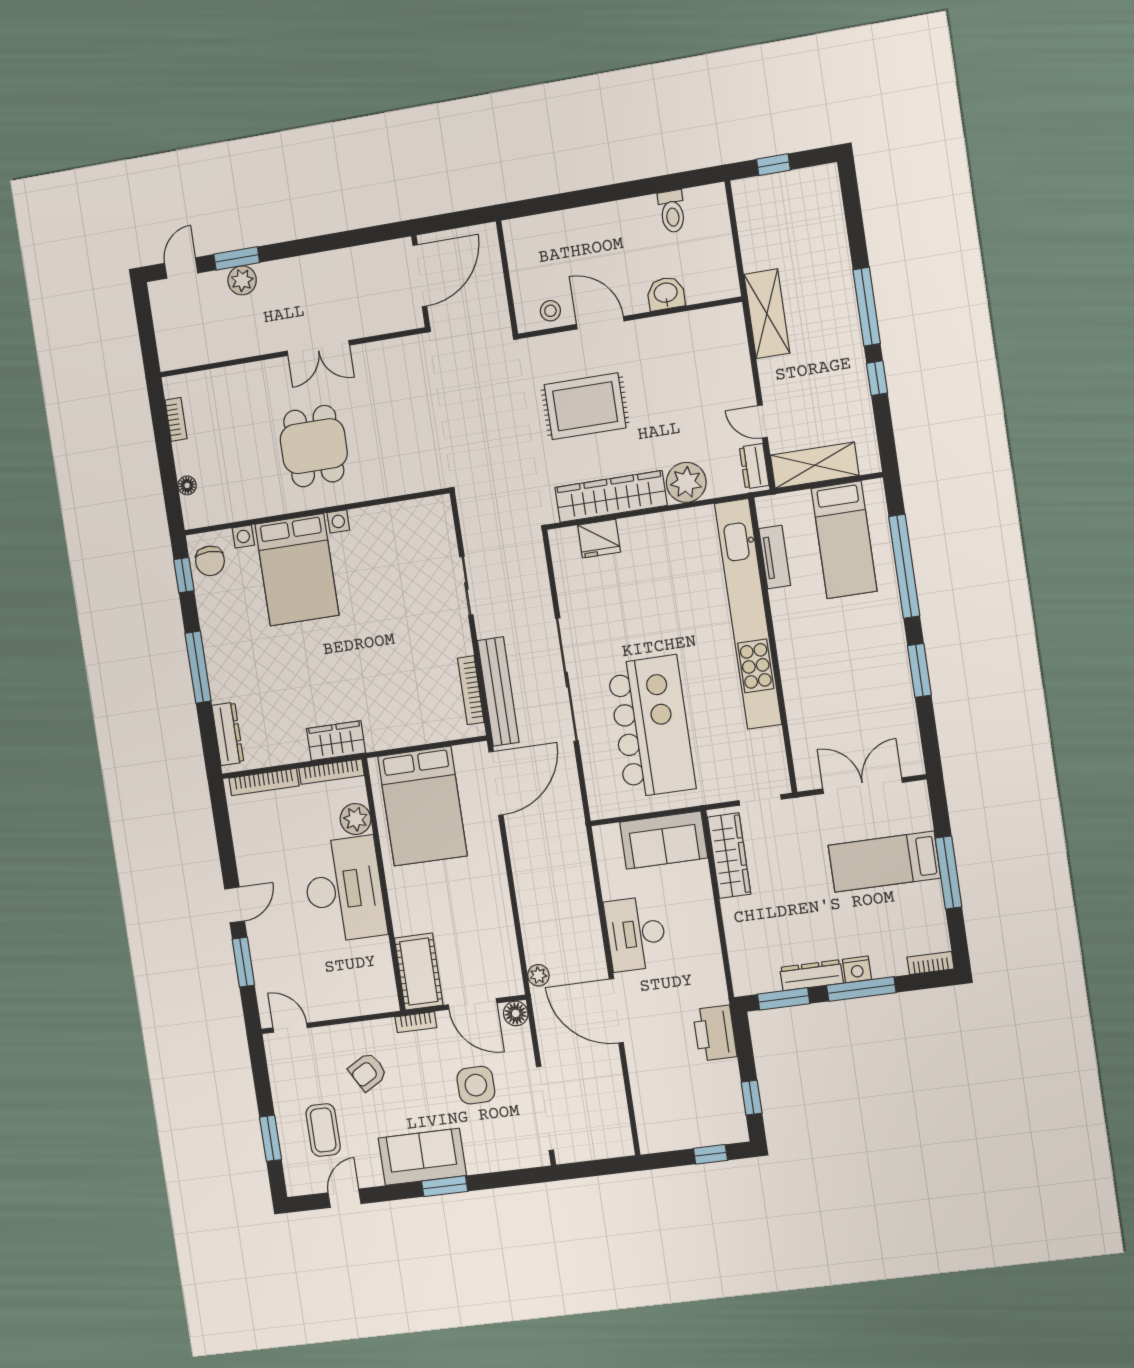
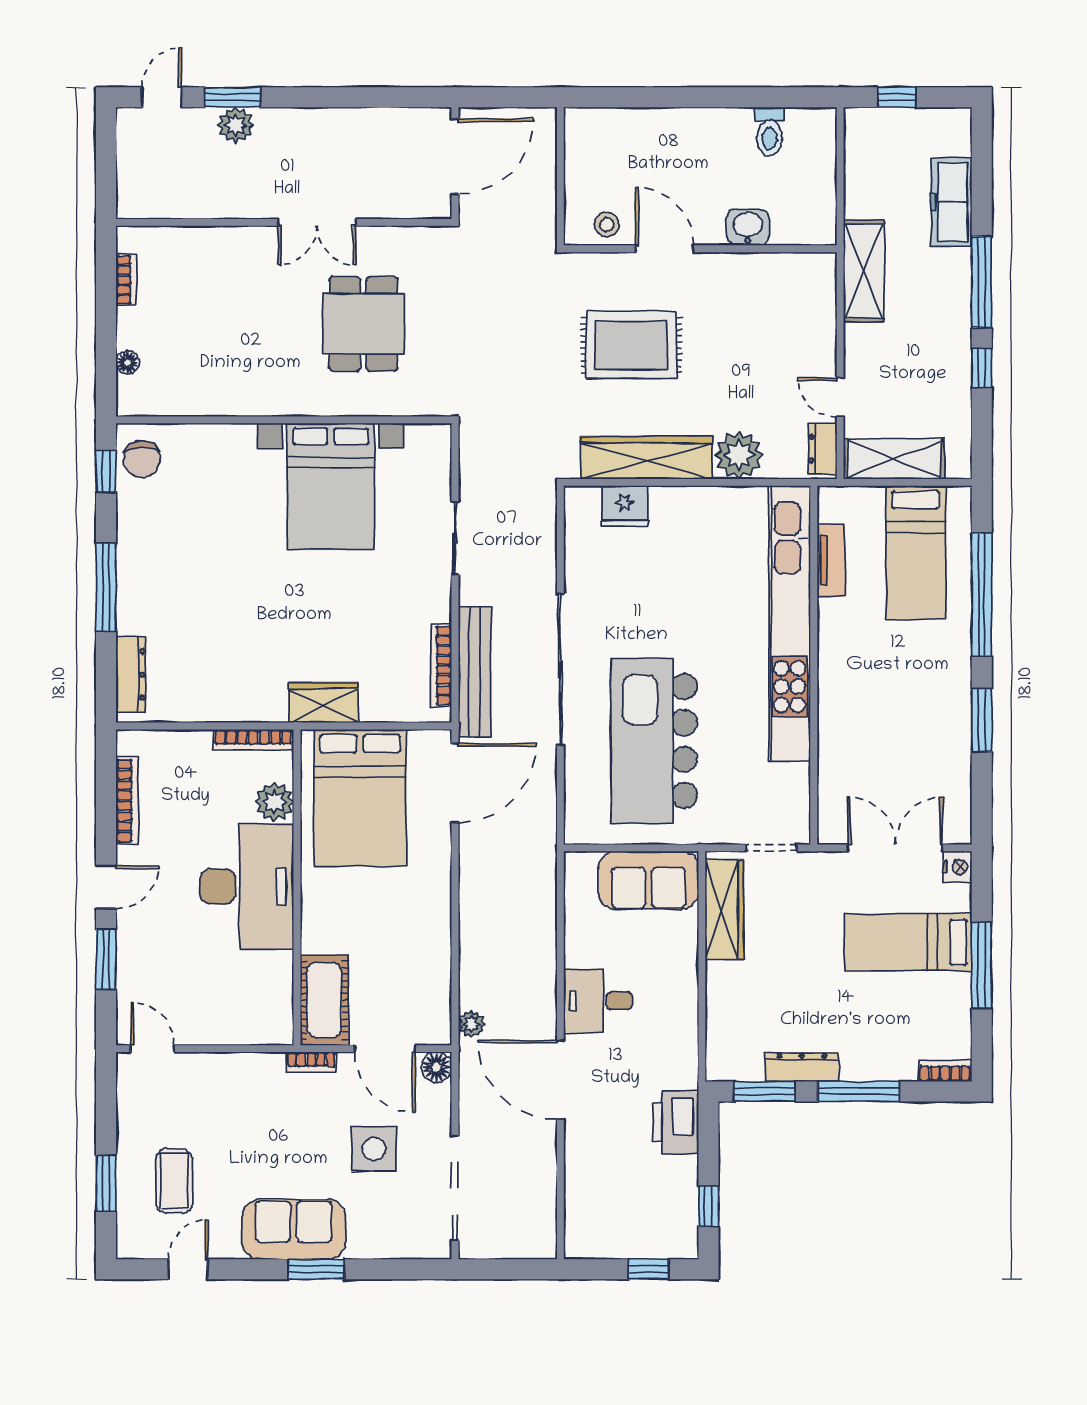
freezer: (832, 244) -> (951, 202), added
dining table: (314, 446) -> (363, 324), moved
bed with nightstands: (297, 570) -> (331, 487), moved
kitchen island: (651, 727) -> (654, 741), turned 180
wardrobe: (336, 741) -> (323, 703), moved
bookcase: (264, 782) -> (127, 801), moved, turned -90
desk: (636, 934) -> (598, 1001), width x0.73
nightstand: (857, 969) -> (957, 867), moved, turned -90
armchair: (368, 1072) -> (242, 1116), removed

